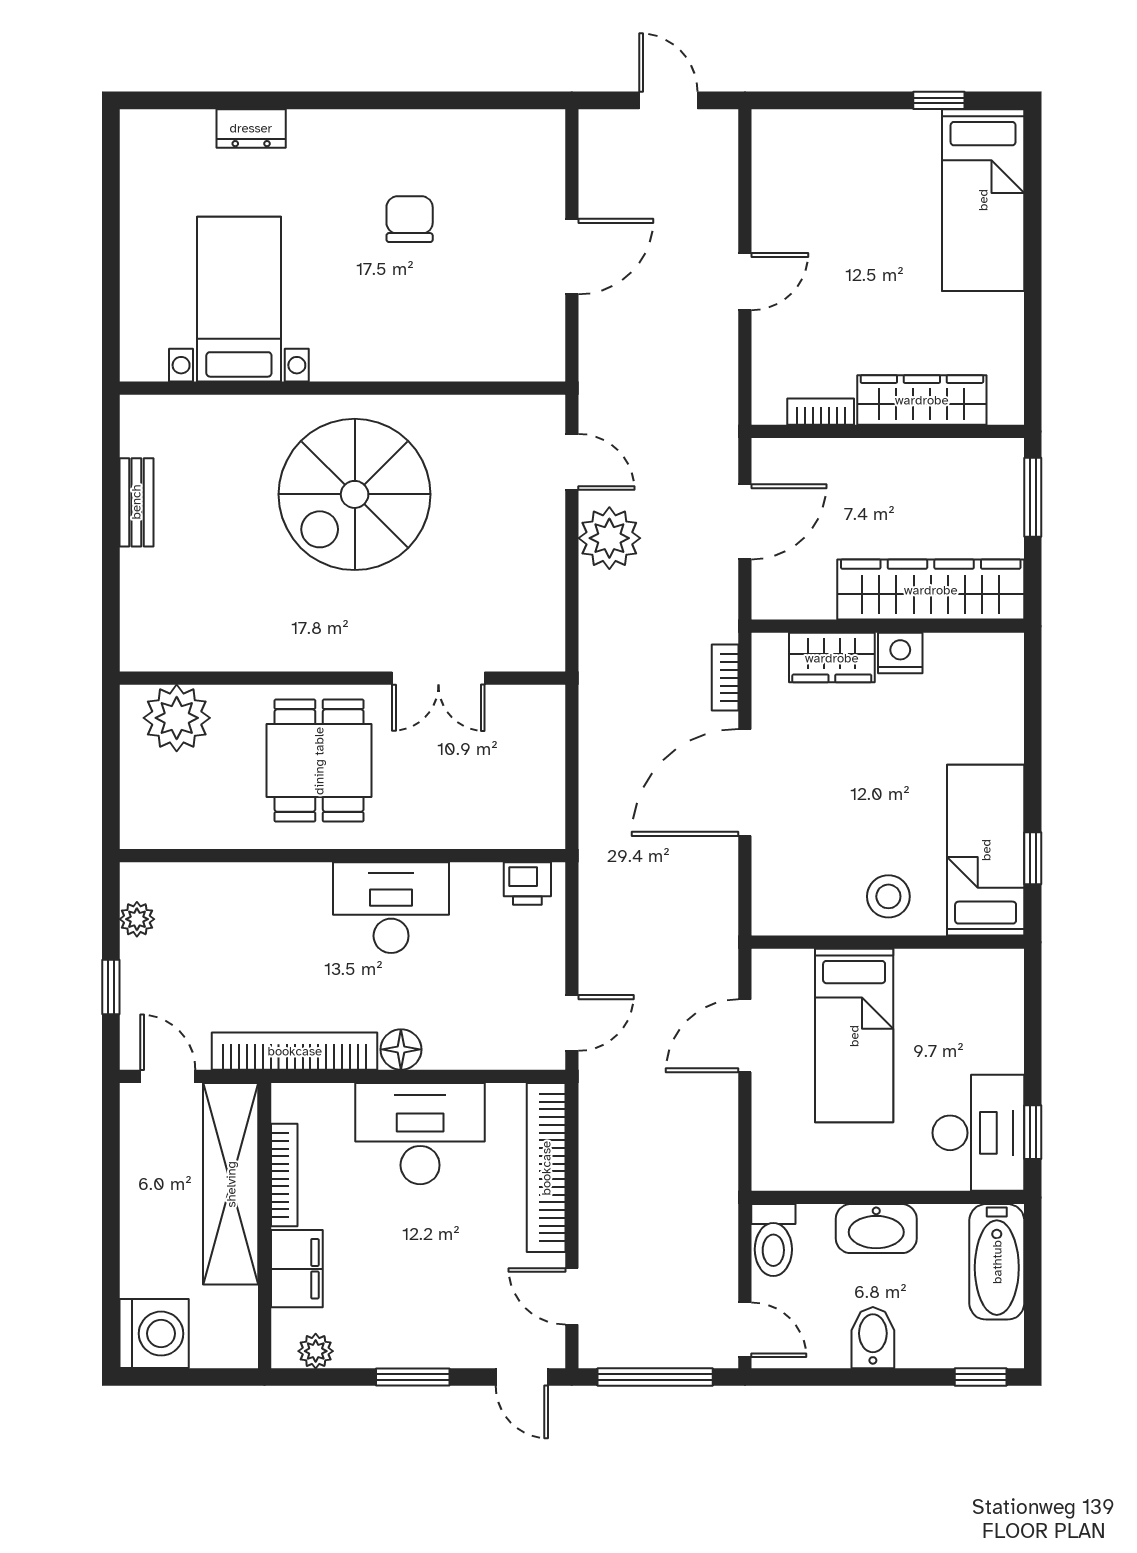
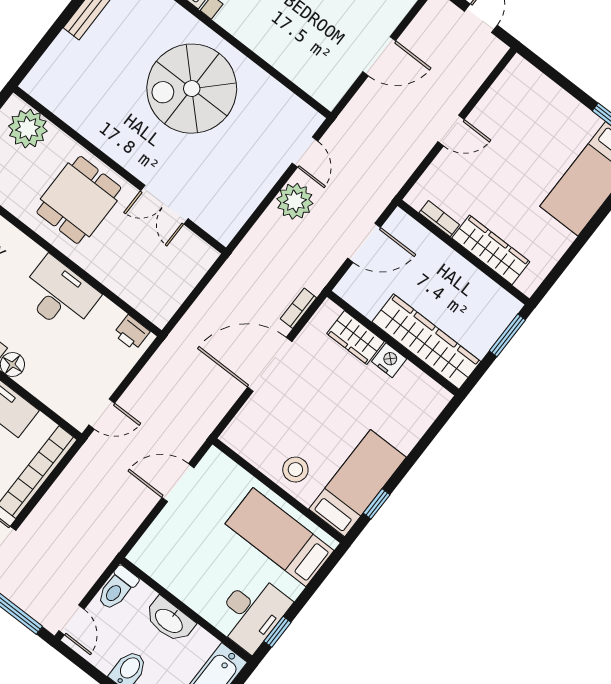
bed: (854, 1036) -> (280, 537), moved, turned 90

